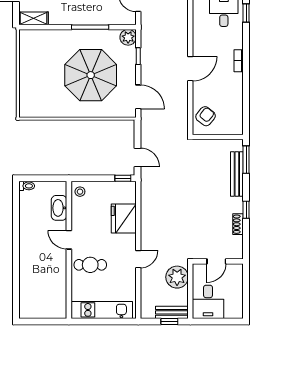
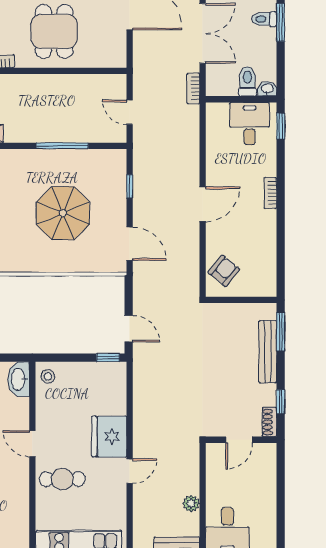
plant: (128, 37) -> (115, 160), removed
parasol: (91, 75) -> (63, 213), width x0.73, depth x0.73
washbasin: (59, 208) -> (19, 379), moved
fridge: (124, 218) -> (109, 437), moved
door: (216, 261) -> (239, 440), moved
wall: (218, 261) -> (241, 440), moved
plant: (177, 277) -> (191, 503), width x0.53, depth x0.53

